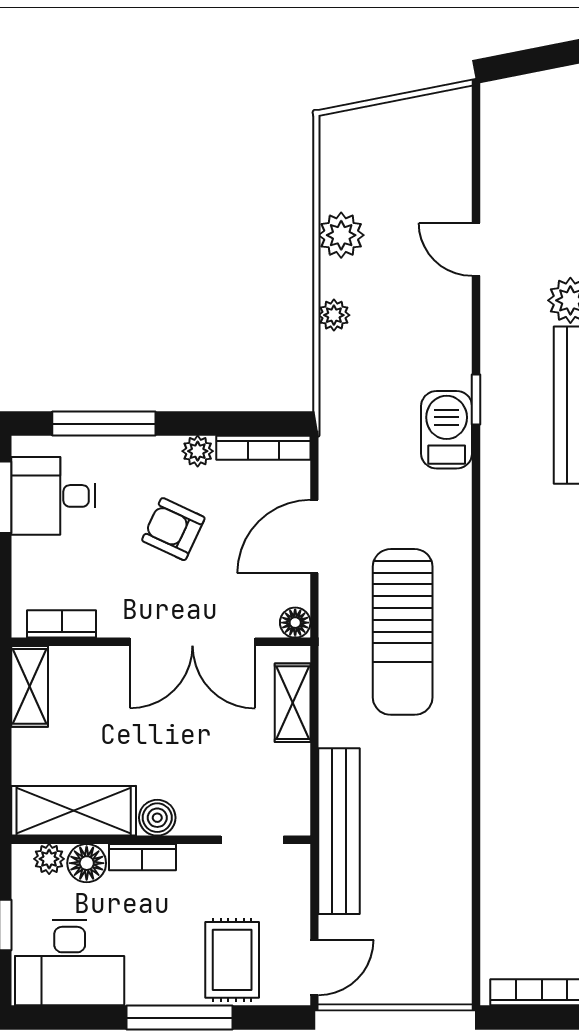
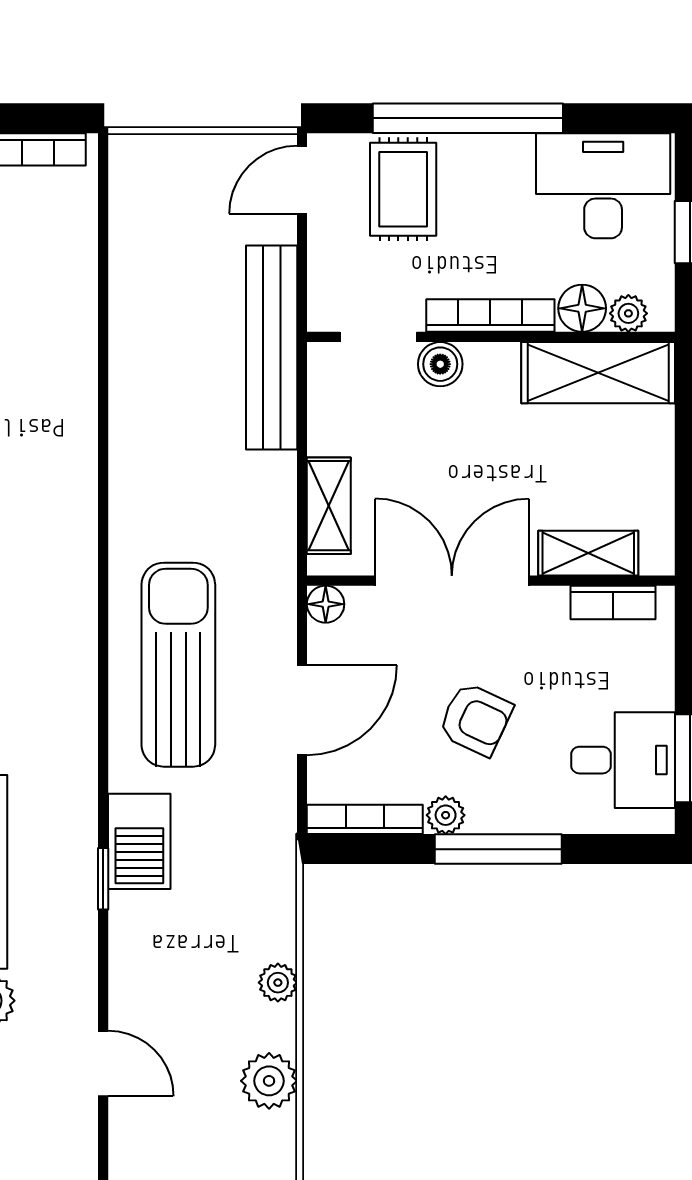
window: (104, 424) -> (498, 849), moved
sun lounger: (403, 632) -> (178, 665), moved
shelving: (30, 686) -> (588, 553), moved, turned 90
boiler: (157, 818) -> (440, 364), moved
bookcase: (142, 857) -> (490, 316), width x1.56
window: (180, 1018) -> (468, 118), width x1.46

